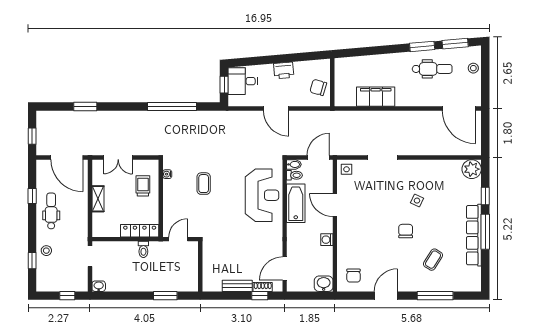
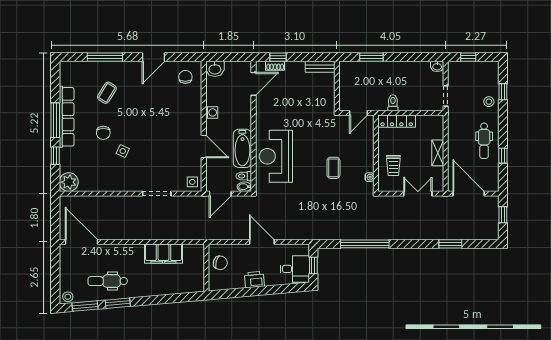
stool: (473, 68) -> (68, 297), moved
chair: (406, 231) -> (103, 133), moved
bench: (237, 286) -> (320, 67), moved

